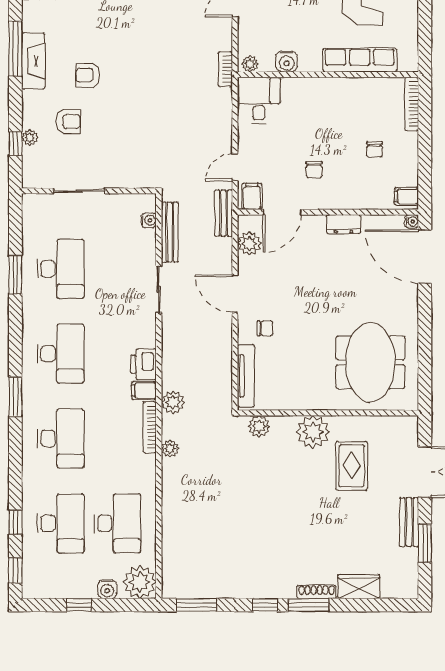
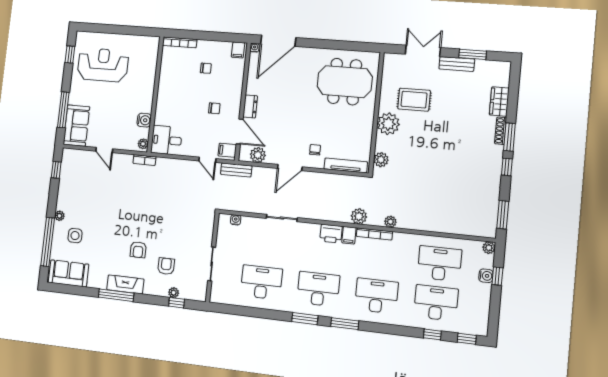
row of seats: (360, 60) -> (149, 73), removed
dresser: (344, 224) -> (250, 106), moved
bench: (170, 232) -> (245, 207), removed
window: (15, 275) -> (305, 319), moved
plant: (140, 582) -> (489, 248), width x0.53, depth x0.53
window: (79, 605) -> (497, 276), moved

